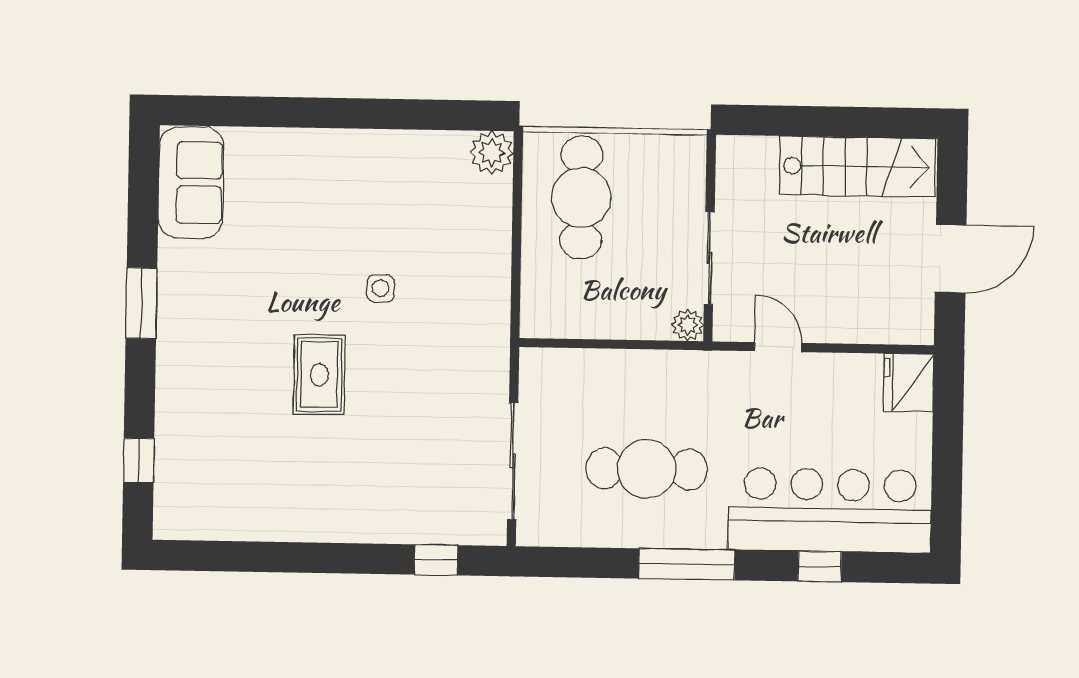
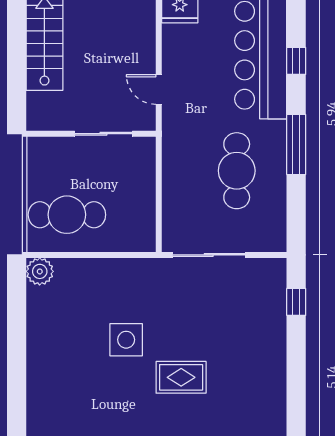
side table: (381, 288) -> (126, 340), width x1.87, depth x1.87
plant: (688, 325) -> (146, 147), removed
door: (778, 347) -> (159, 89), hinge flipped
sliding door: (513, 461) -> (209, 255), moved

